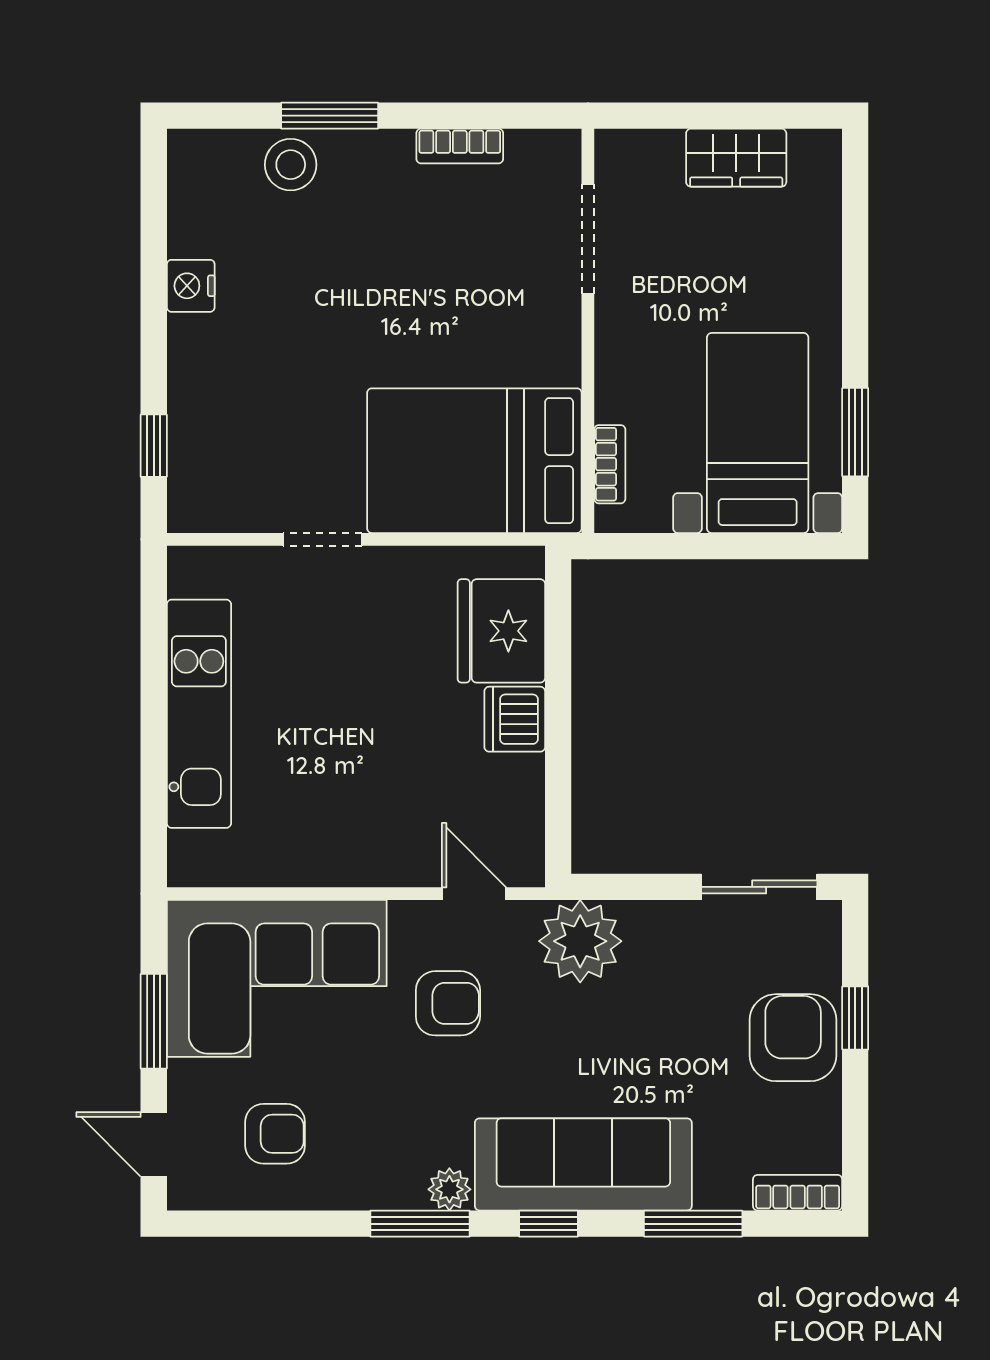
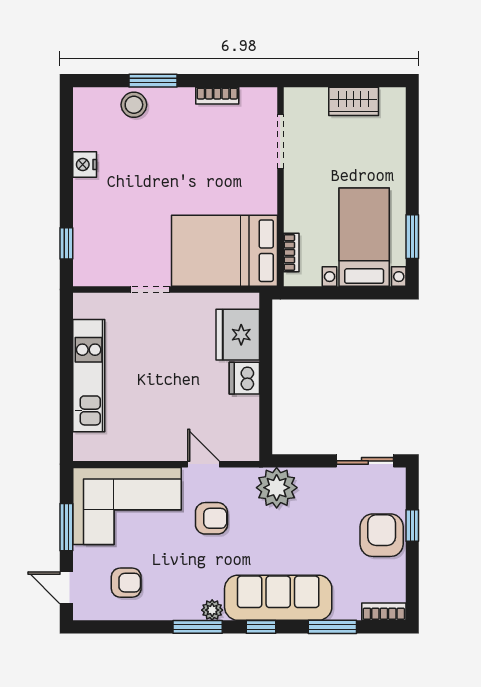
door: (474, 894) -> (203, 464), moved

